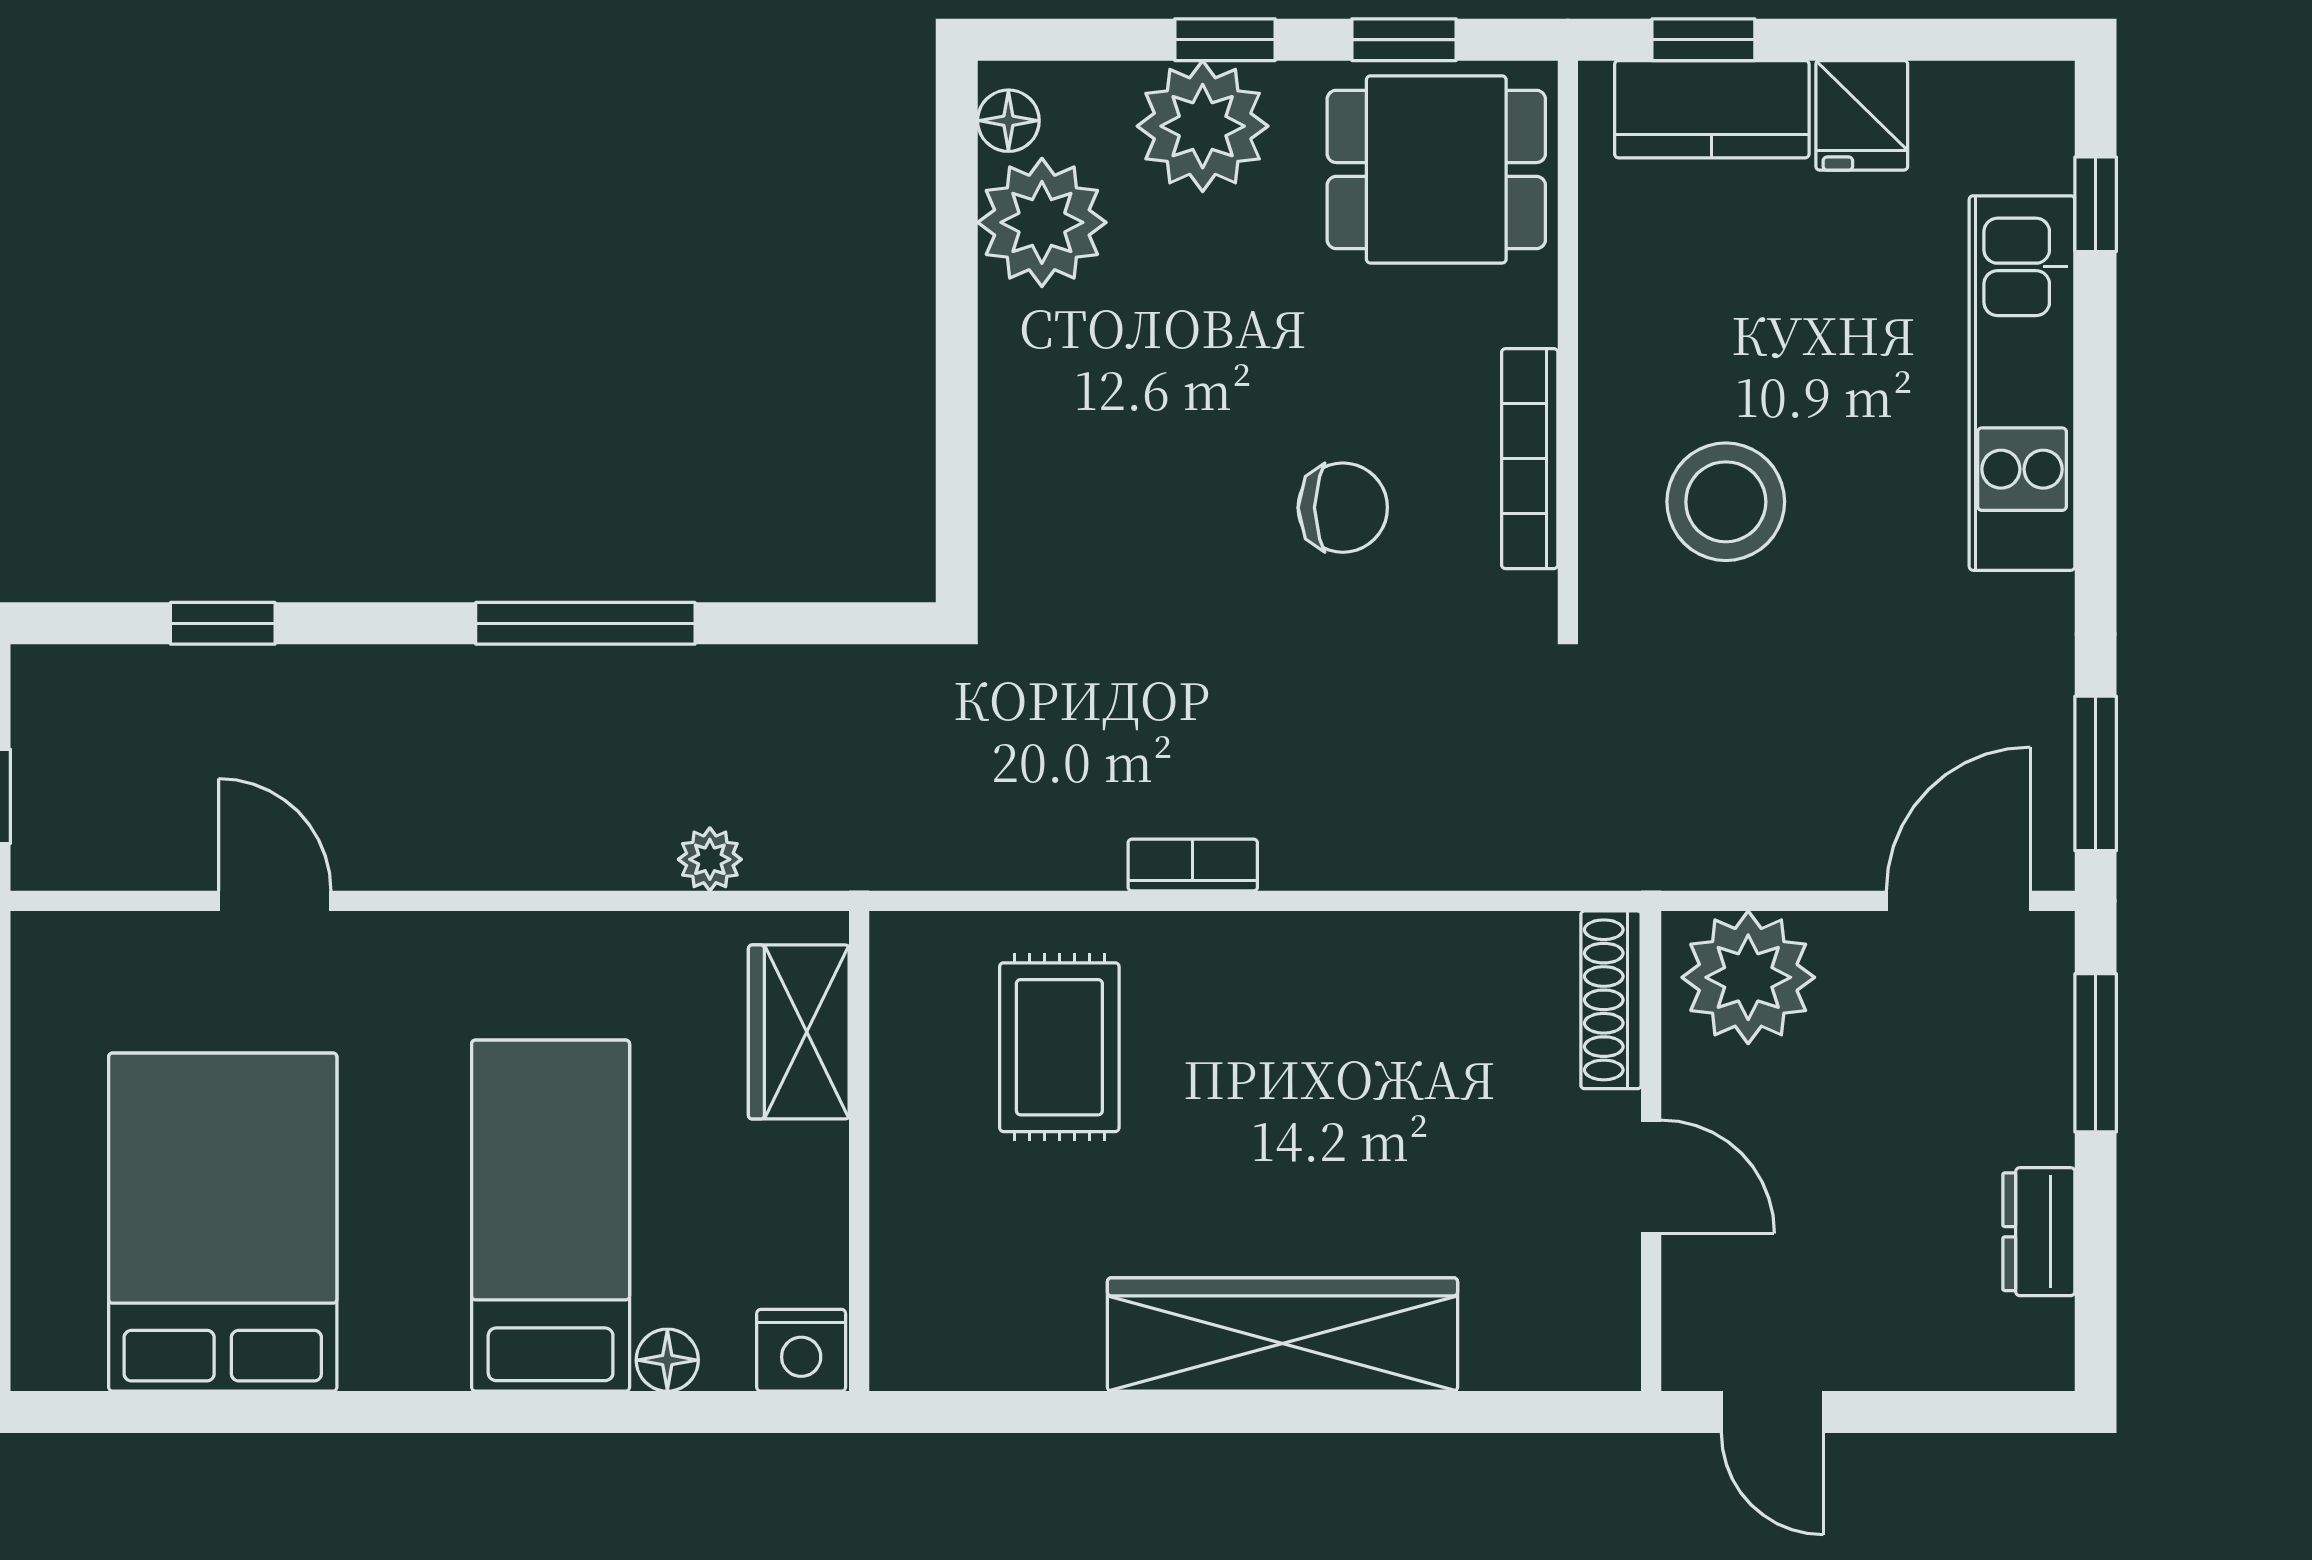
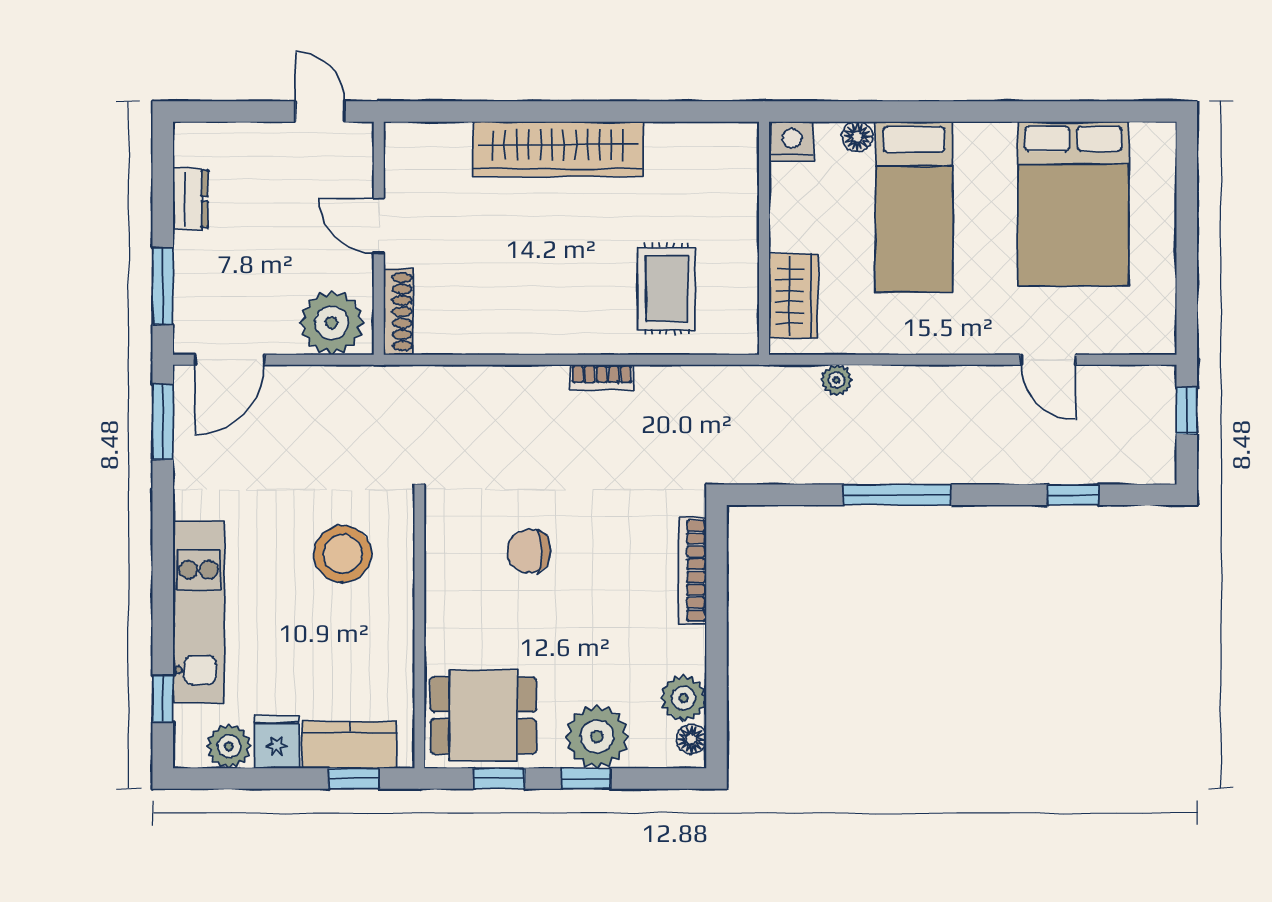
plant: (1960, 106) -> (229, 746), added
plant: (1042, 222) -> (683, 698), width x0.73, depth x0.73
bookcase: (1530, 459) -> (693, 571), moved, turned 180

